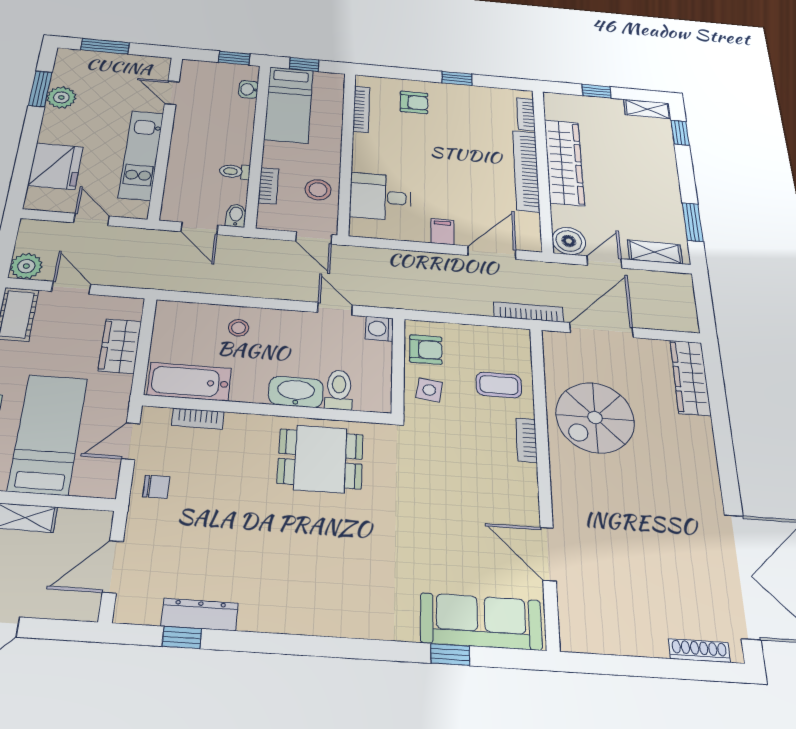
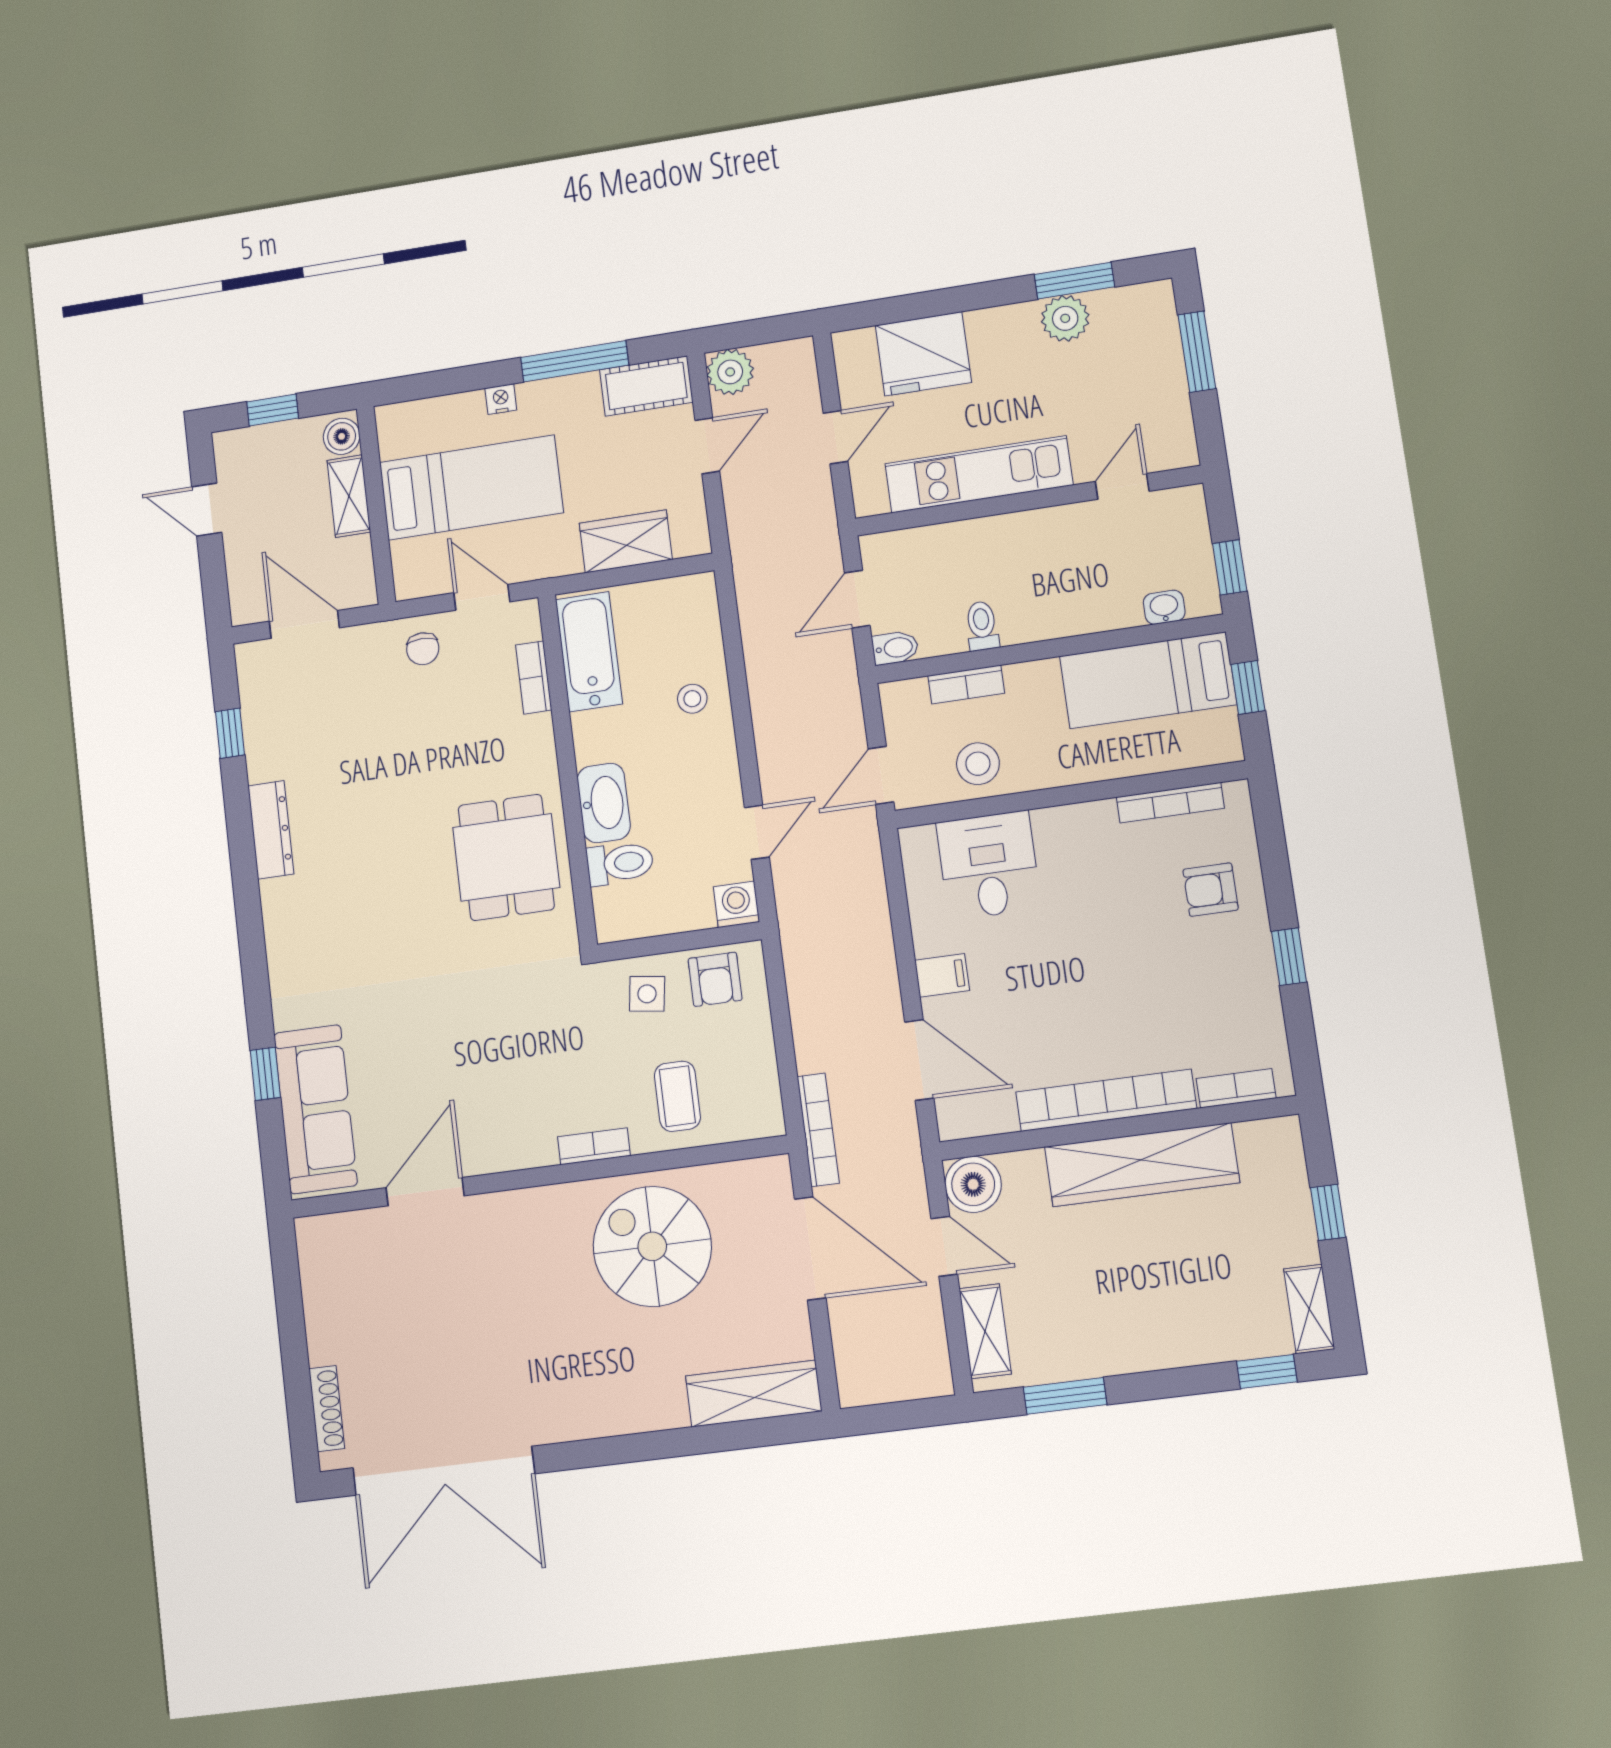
armchair: (414, 102) -> (1211, 890), turned 90
dresser: (200, 615) -> (271, 830), moved

